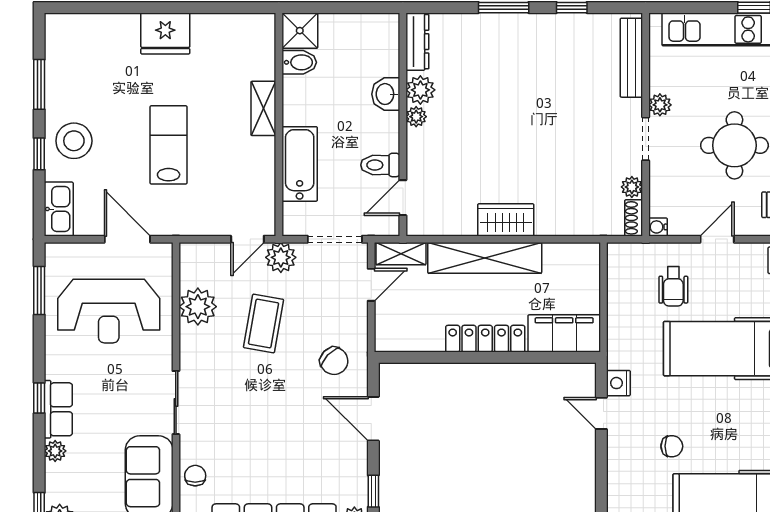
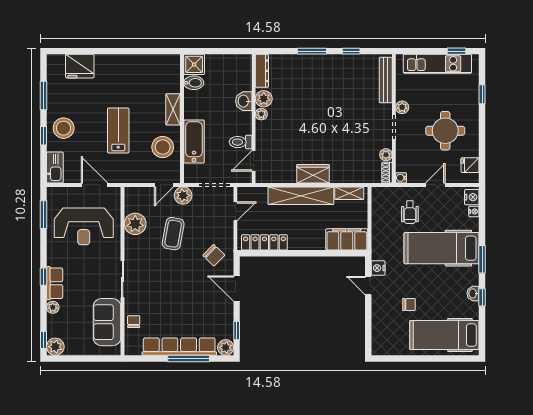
fridge: (165, 33) -> (80, 66), moved
stool: (245, 174) -> (163, 147), added
shelving: (401, 254) -> (349, 193), moved
locker: (485, 339) -> (264, 242), moved

